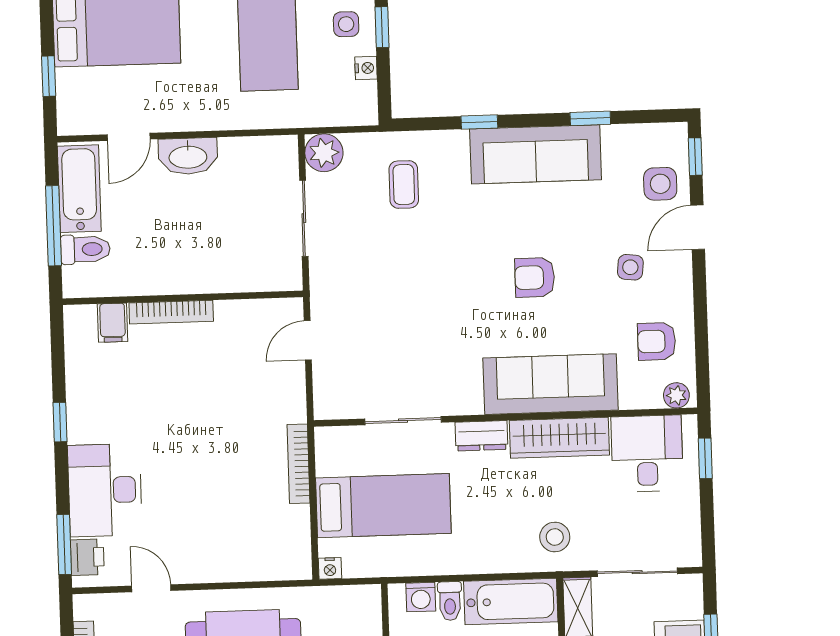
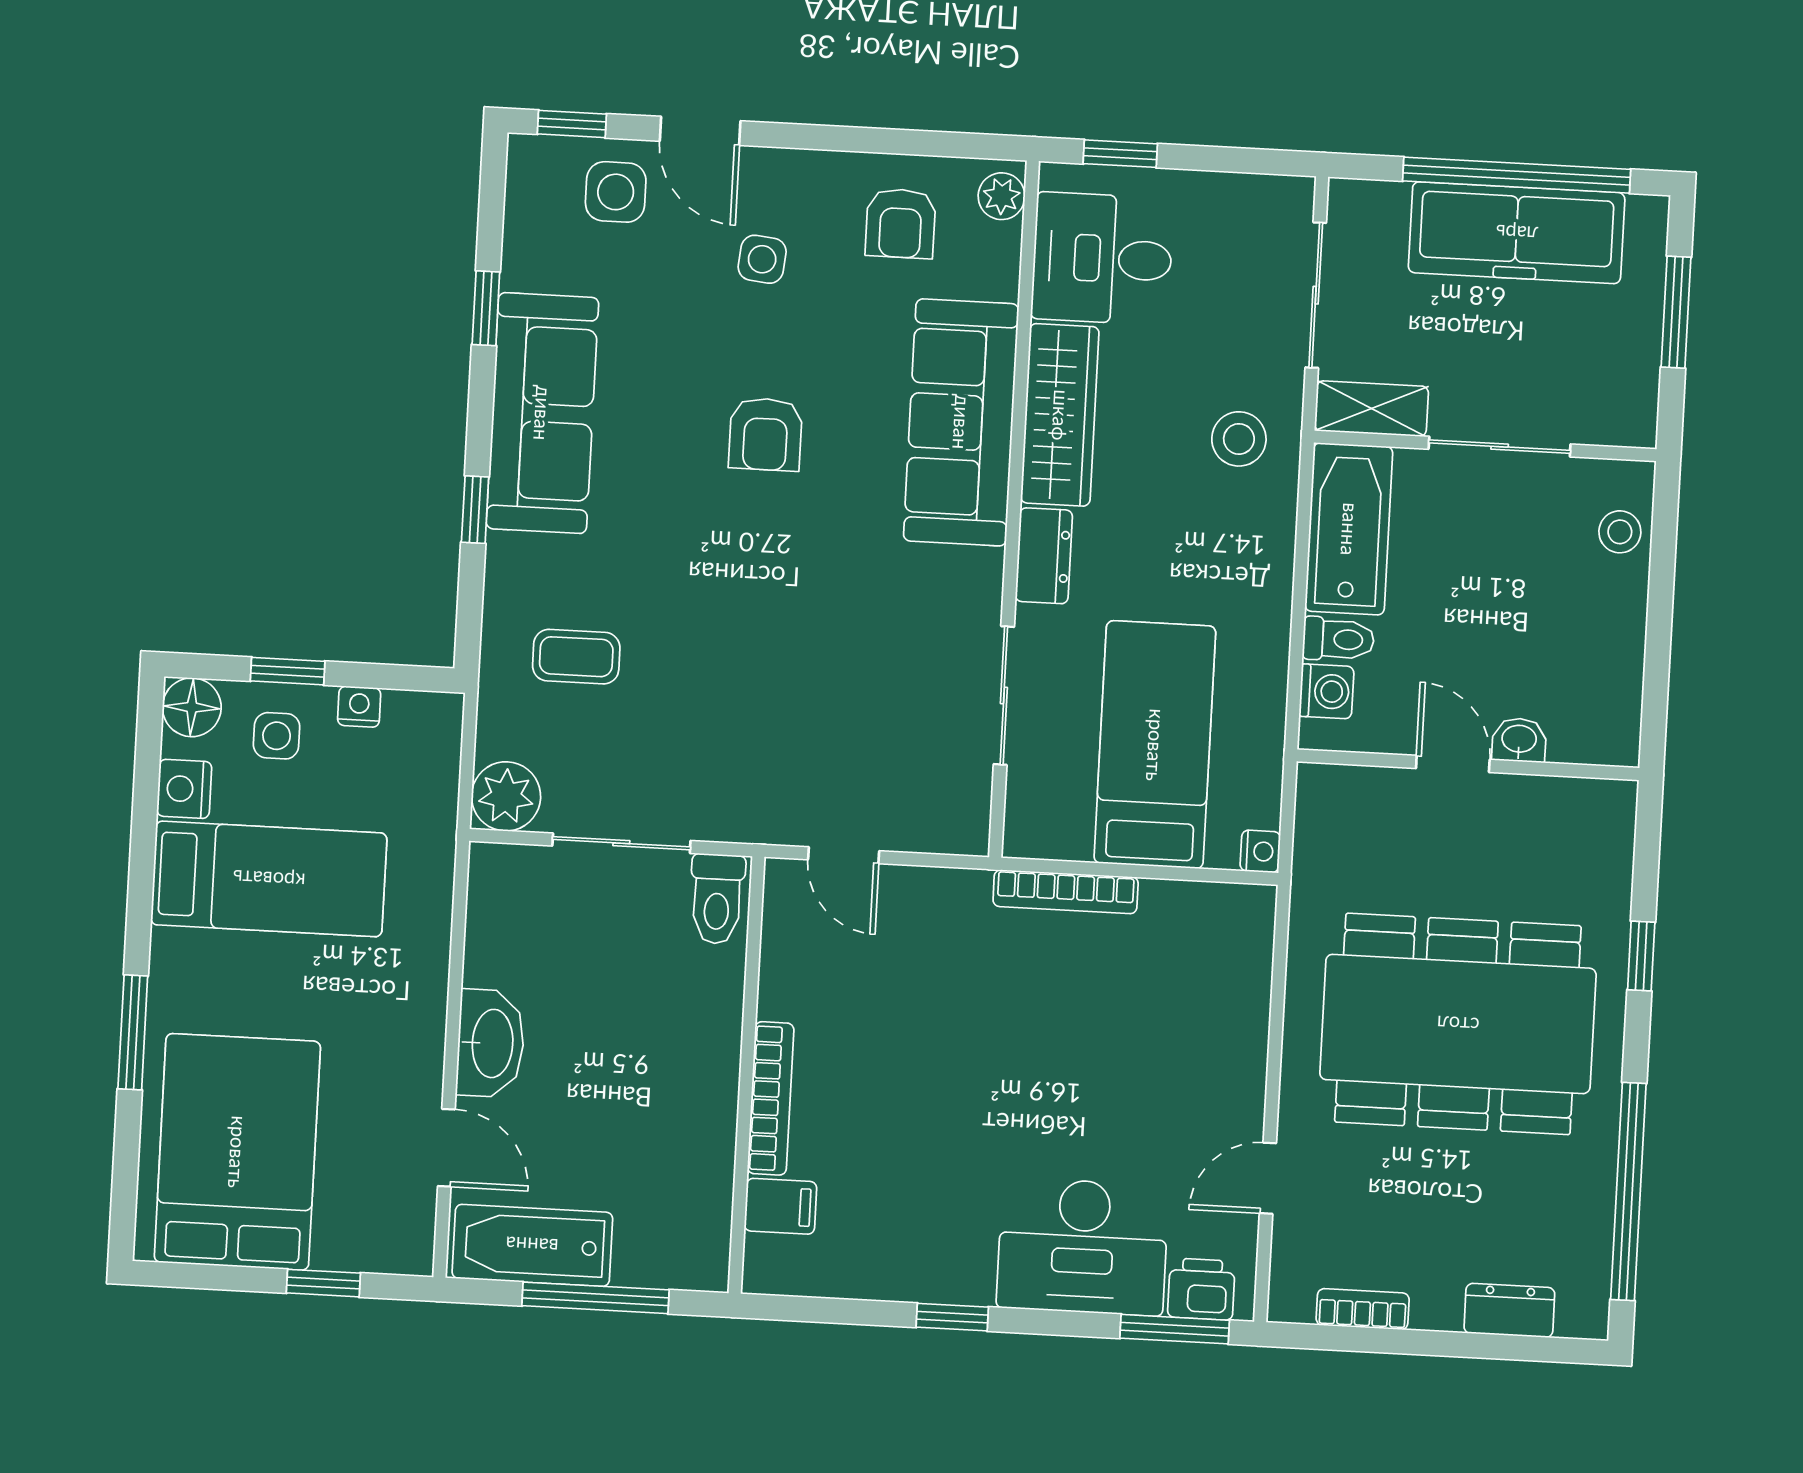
toilet: (85, 249) -> (717, 899), moved, turned 180

